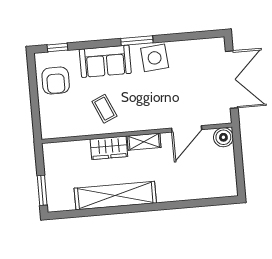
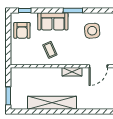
side table: (155, 58) -> (92, 31), moved
wardrobe: (109, 148) -> (51, 74), removed

